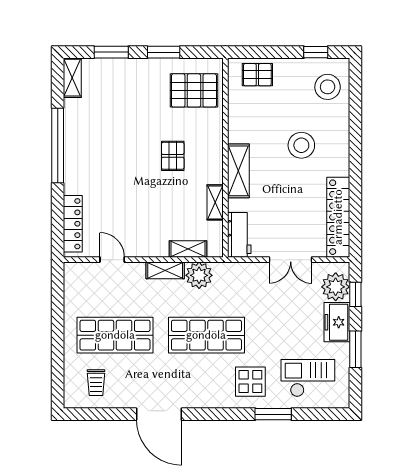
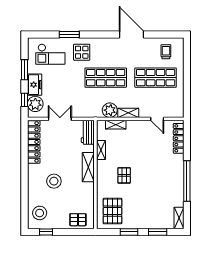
pallet: (194, 90) -> (112, 211), turned 90

